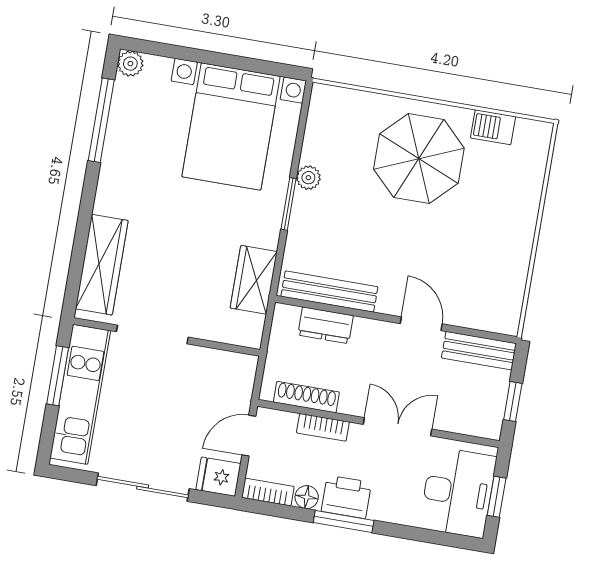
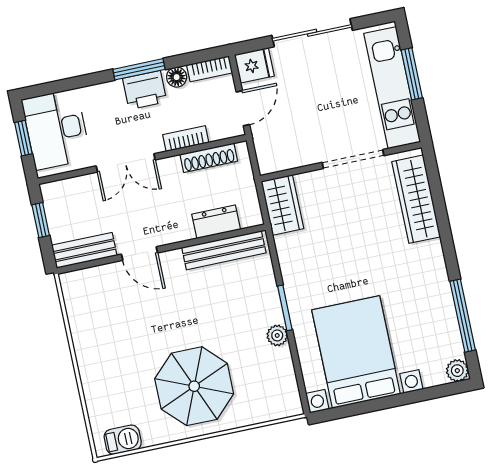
barbecue: (493, 127) -> (123, 440), moved
wardrobe: (254, 280) -> (282, 205), moved
window: (58, 376) -> (412, 74), moved

